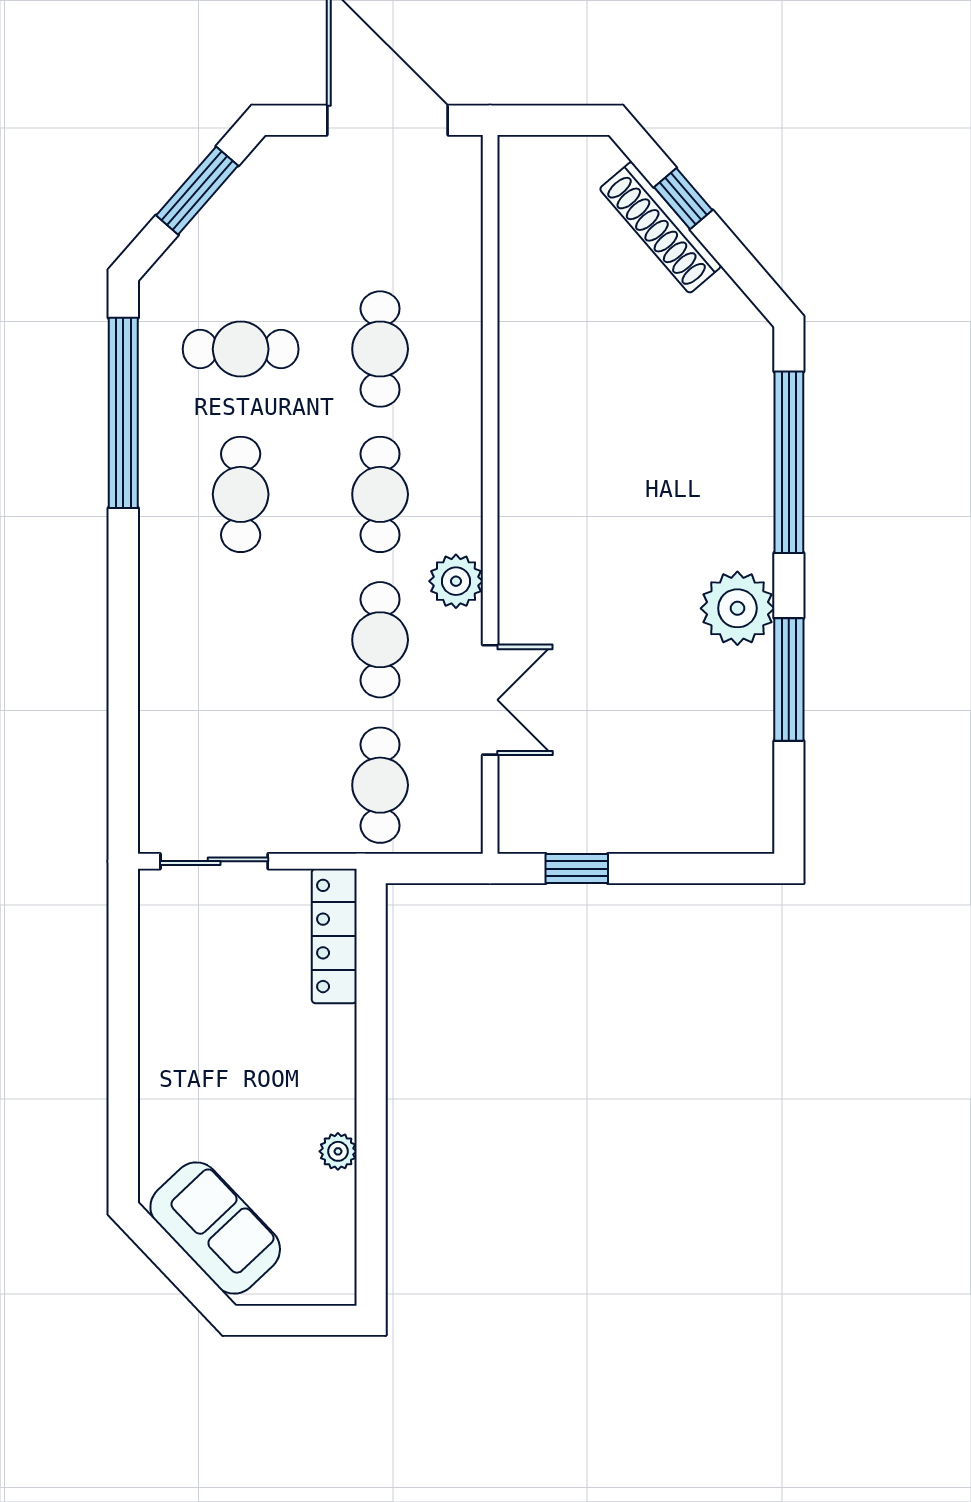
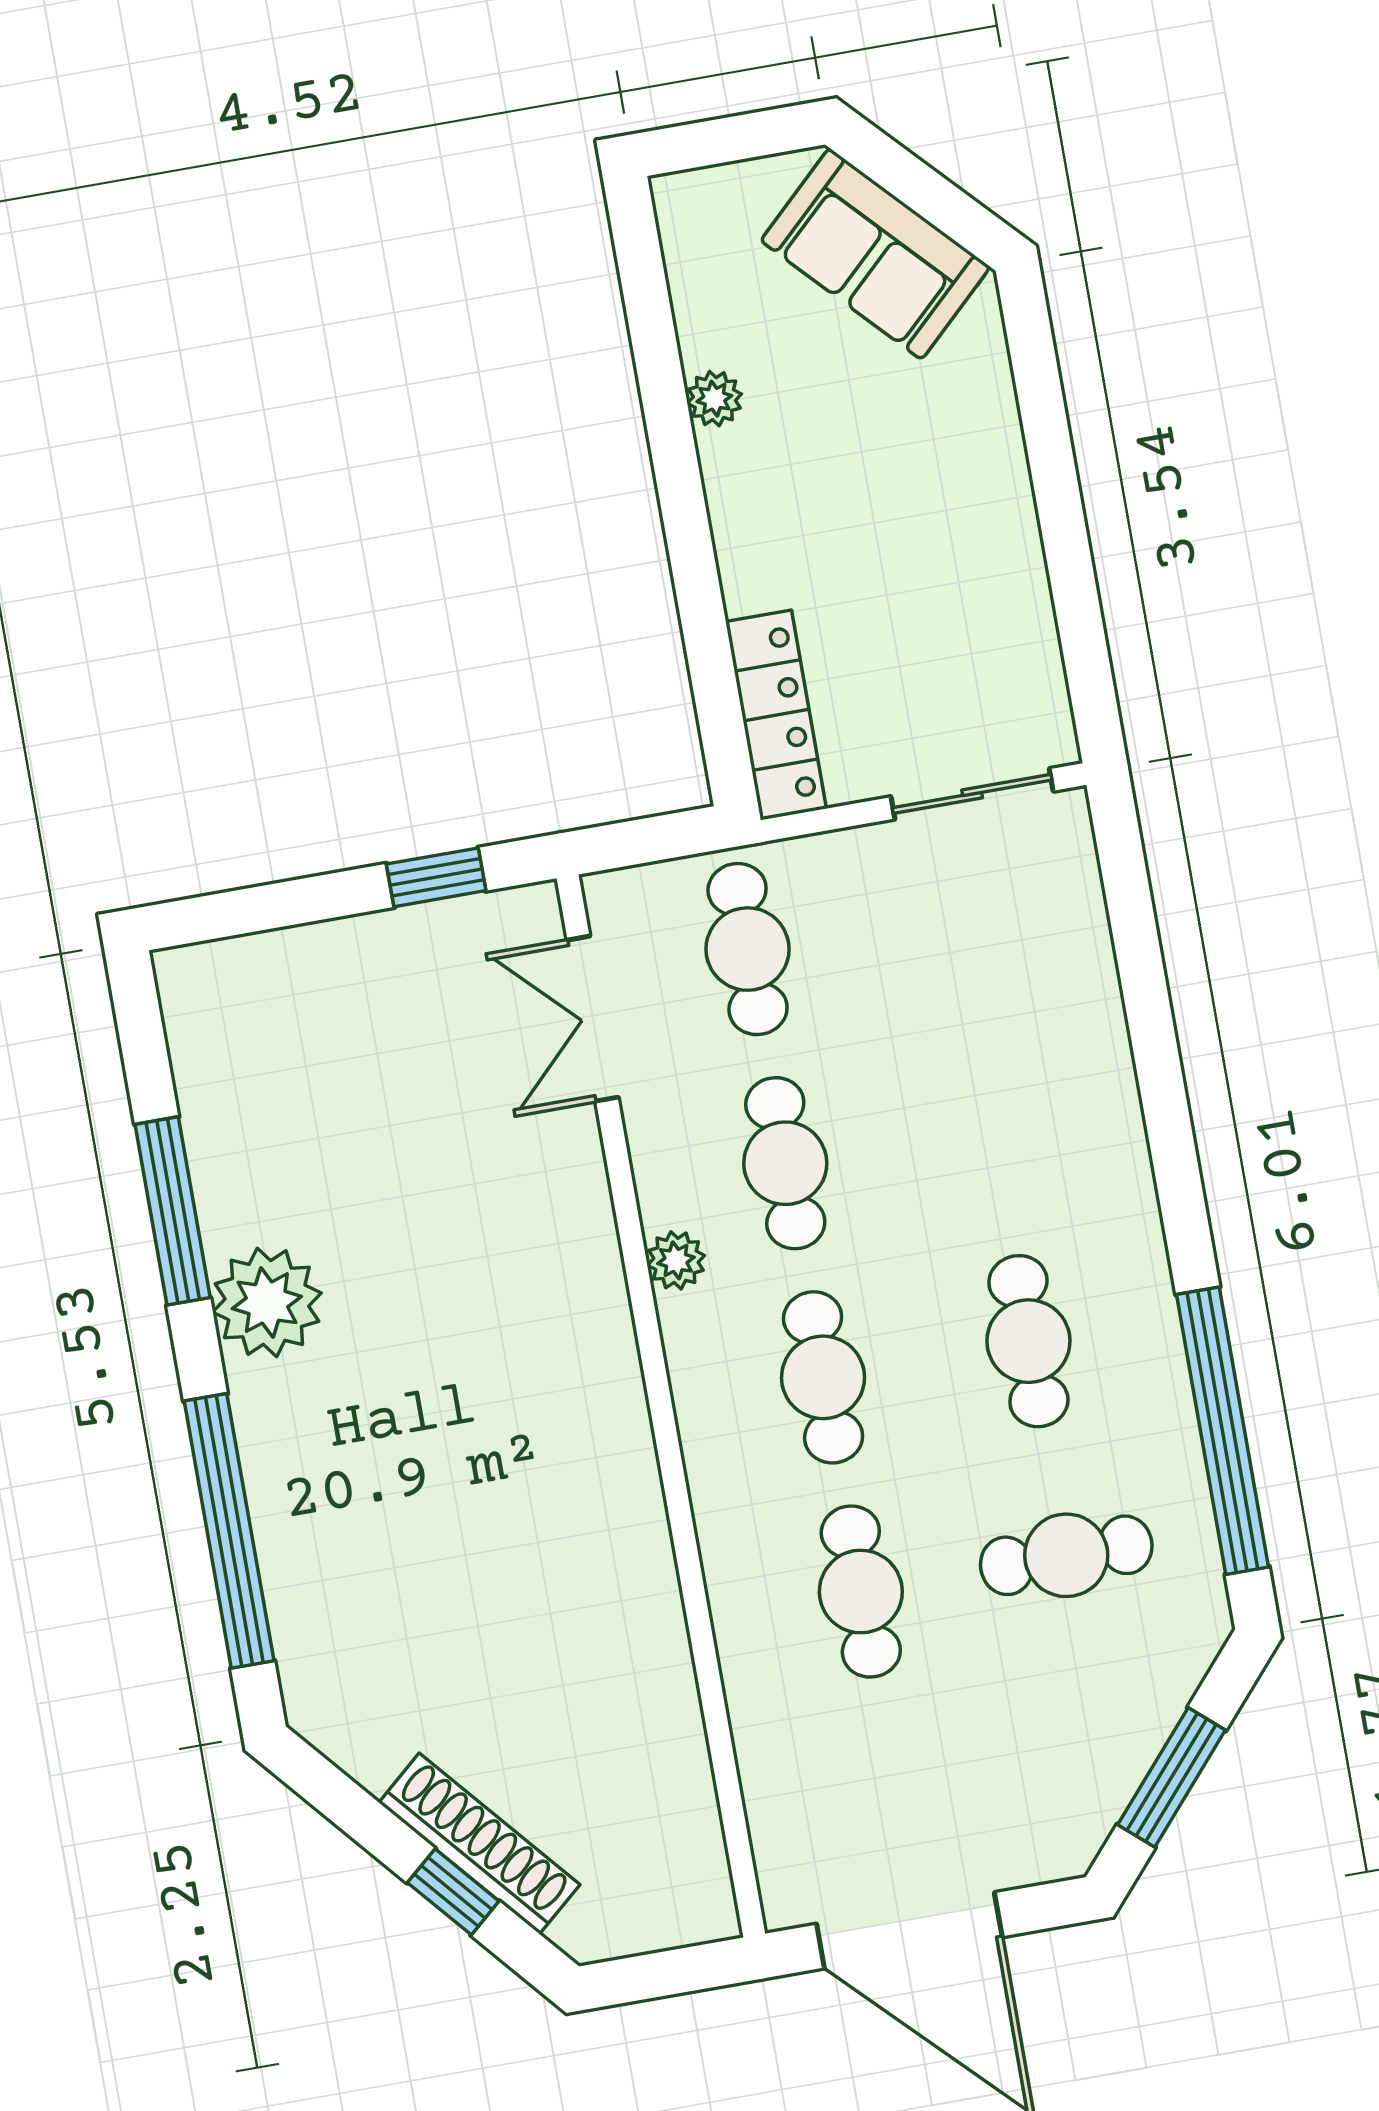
plant: (456, 581) -> (676, 1260), width x0.73, depth x0.73
double door: (490, 700) -> (593, 1019), moved

